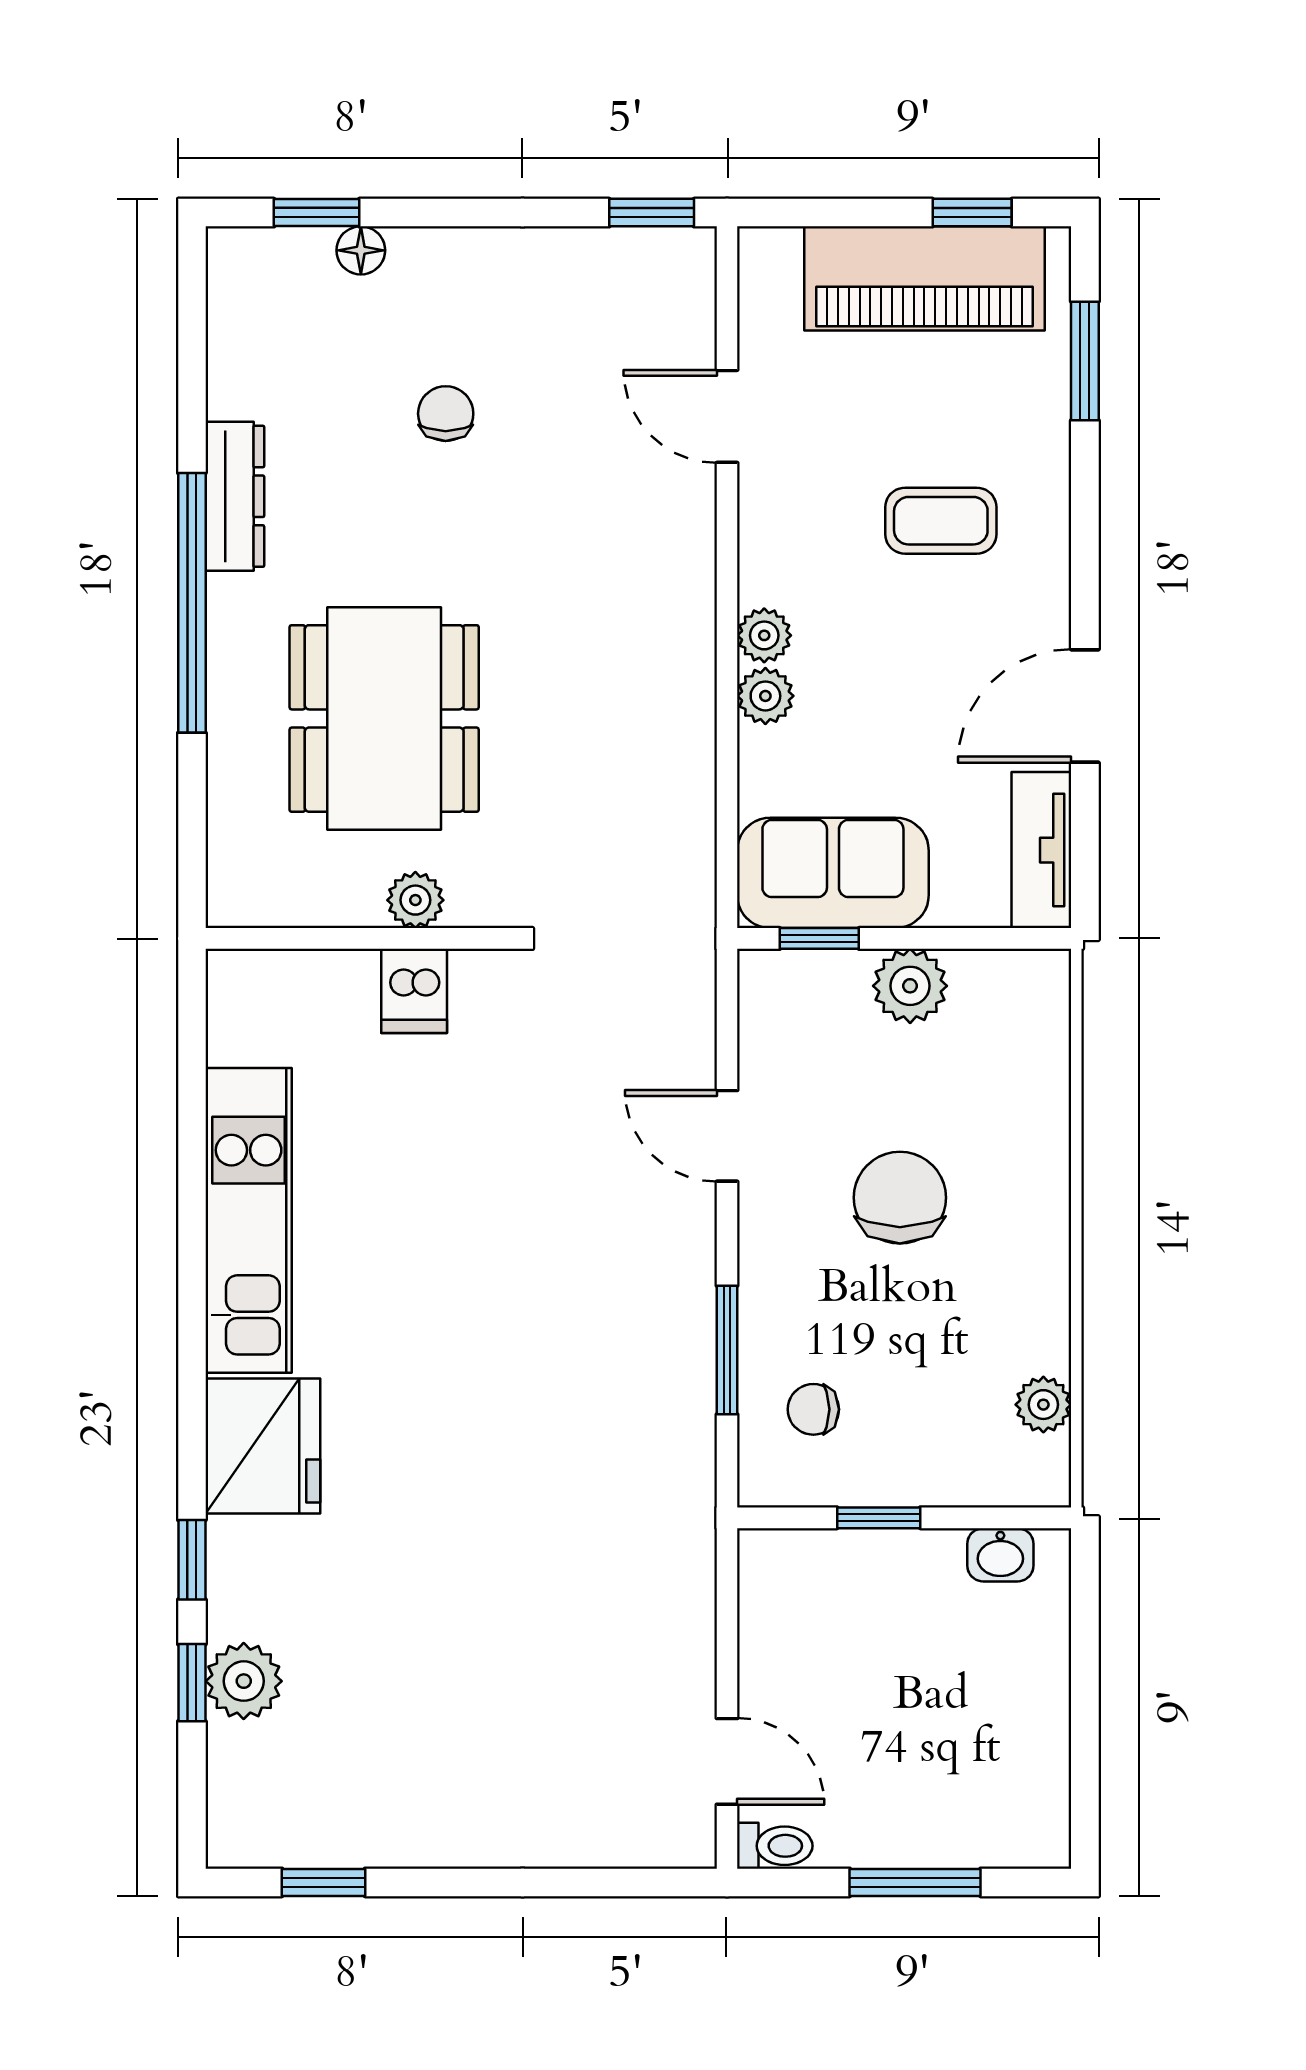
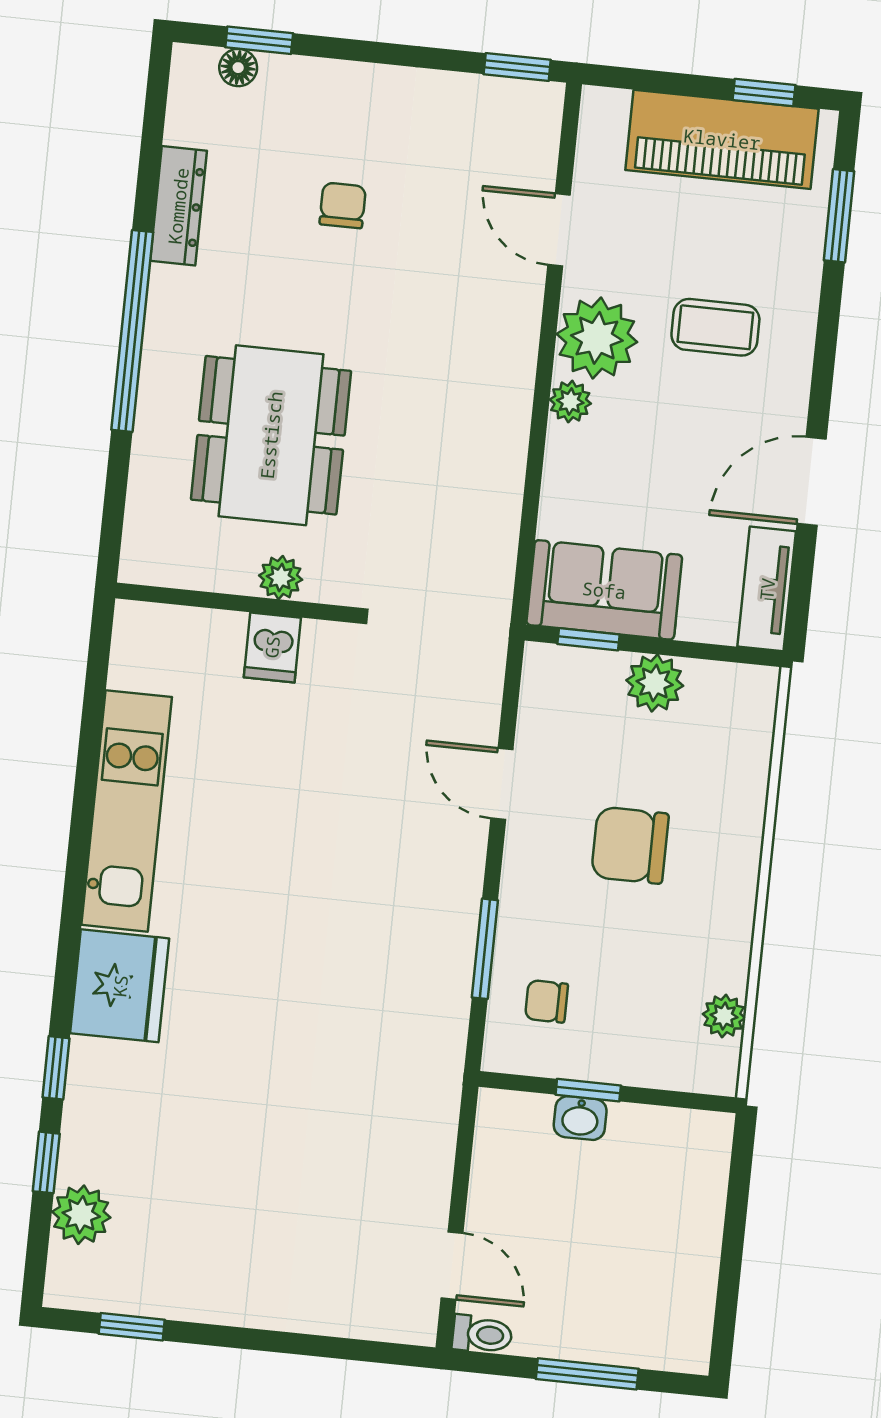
floor lamp: (361, 250) -> (238, 68), moved
dresser: (235, 496) -> (178, 206), moved
plant: (765, 696) -> (597, 338), moved, width x1.88, depth x1.88
chair: (900, 1198) -> (630, 845), turned -90
washbasin: (1000, 1555) -> (580, 1118), moved
plant: (244, 1681) -> (81, 1215), moved

